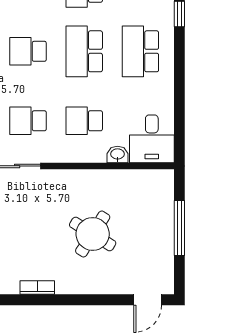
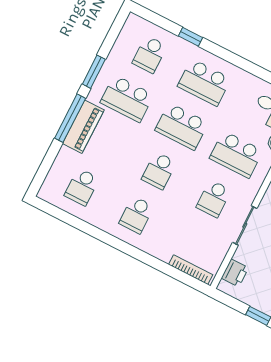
school desk: (84, 121) -> (236, 154), width x1.85

